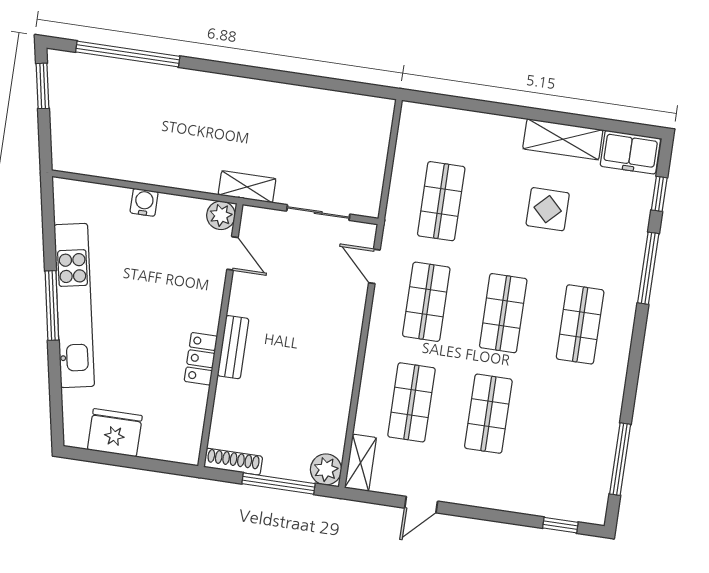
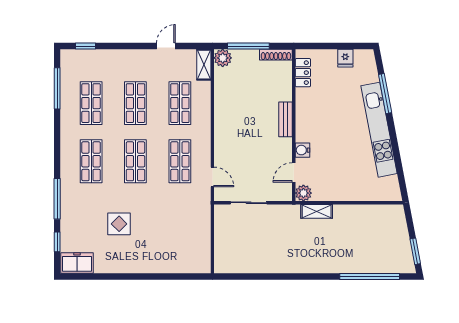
shelving: (563, 139) -> (116, 265), removed
shelving: (247, 187) -> (317, 211), moved
shop shelf: (441, 201) -> (91, 103), moved
water cooler: (144, 202) -> (302, 150), moved, turned 90
door: (232, 253) -> (294, 172), hinge flipped
window: (52, 305) -> (385, 94), moved
locker: (201, 359) -> (303, 73), moved
fridge: (115, 433) -> (345, 58), width x0.53, depth x0.75

